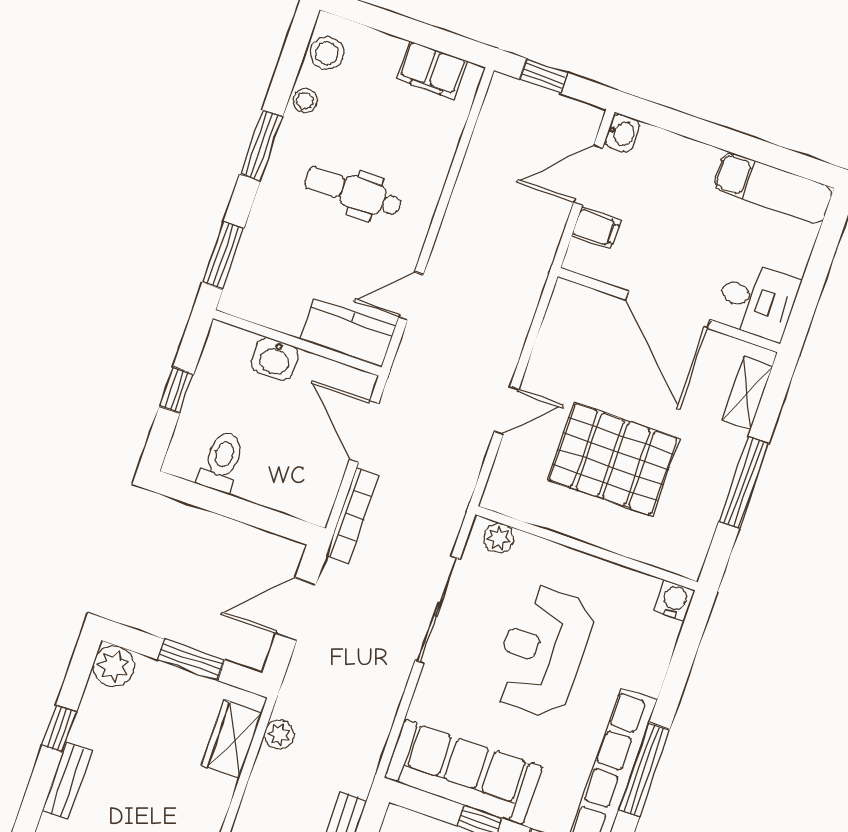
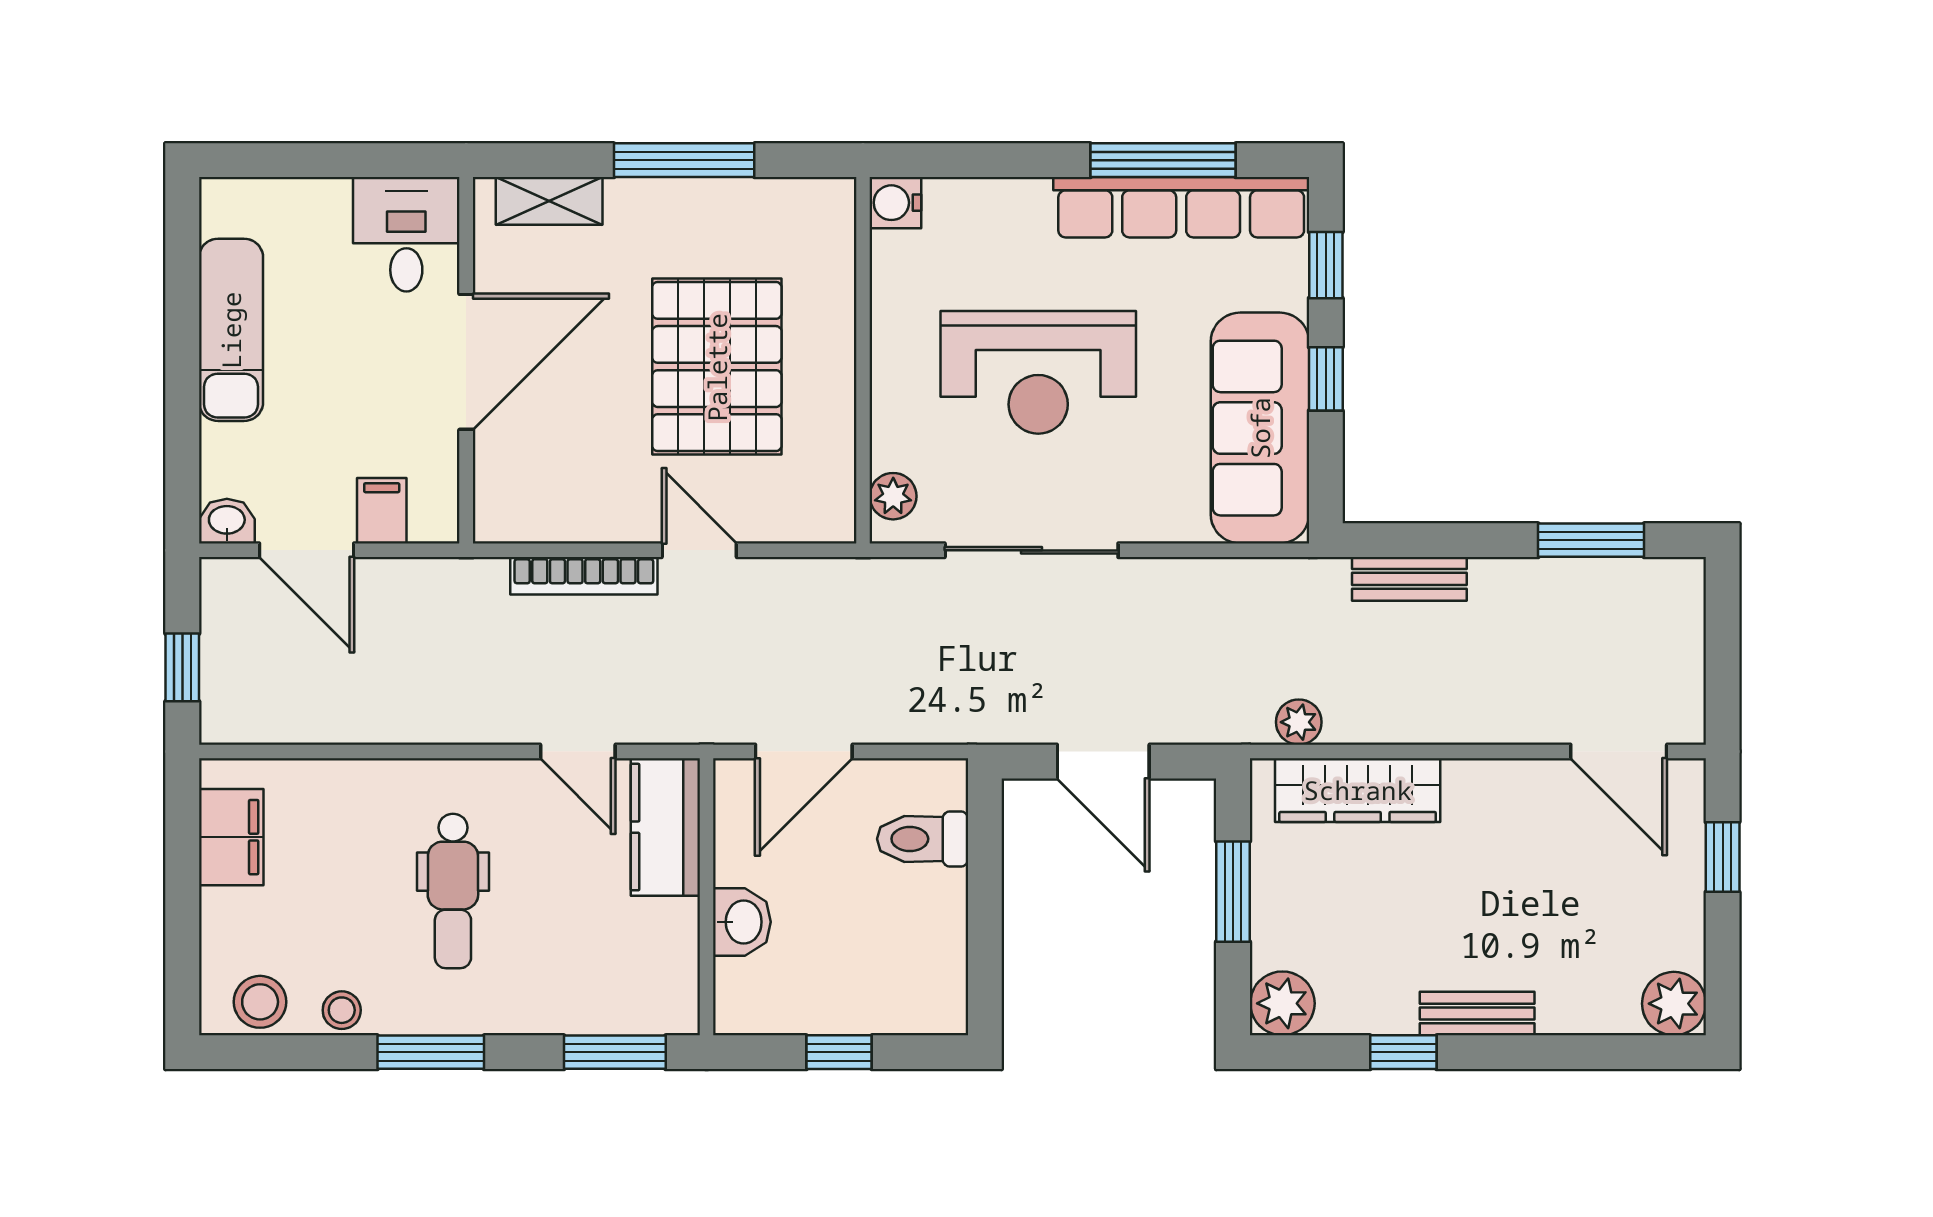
exam couch: (773, 188) -> (231, 330), moved
toilet: (222, 462) -> (923, 839), moved
bookcase: (352, 515) -> (584, 576), moved, turned 180
wardrobe: (232, 739) -> (1358, 790), width x1.50

